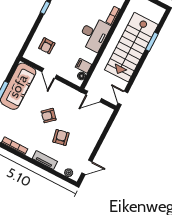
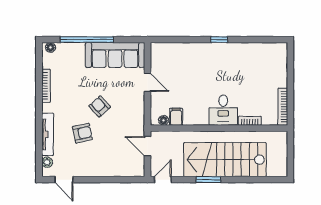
desk: (94, 34) -> (223, 110), width x0.73
window: (152, 42) -> (209, 180), moved
armchair: (47, 46) -> (177, 64), removed
door: (49, 73) -> (147, 82), swing flipped
tv unit: (45, 160) -> (48, 134), width x1.41

